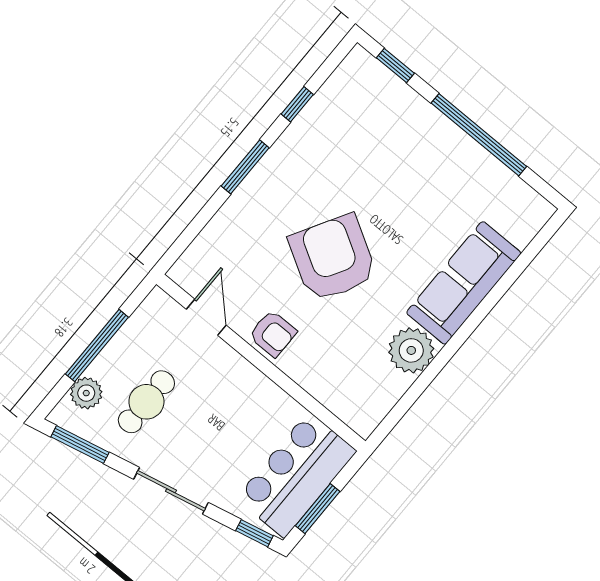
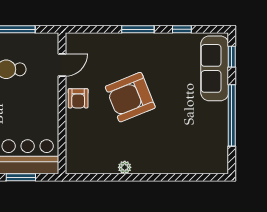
armchair: (333, 258) -> (130, 97), turned -142
sofa: (464, 283) -> (215, 68), moved, turned -90
plant: (411, 350) -> (125, 167), width x0.53, depth x0.53

